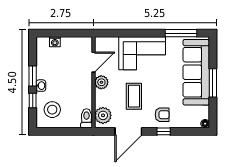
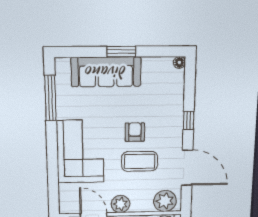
sofa: (196, 72) -> (106, 72), width x0.74, depth x0.79
window: (213, 83) -> (121, 52), width x0.69
armchair: (162, 115) -> (135, 132), moved

